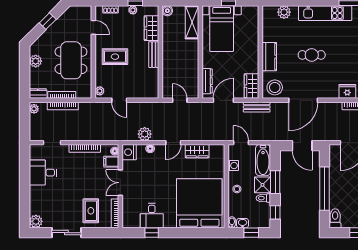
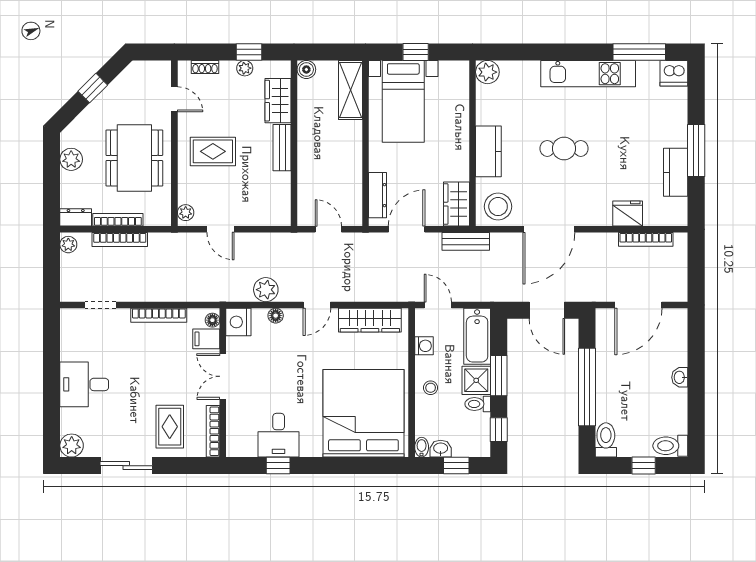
plant: (284, 12) -> (487, 72), moved
wardrobe: (197, 151) -> (370, 320), width x1.50
desk: (43, 173) -> (84, 384), moved

